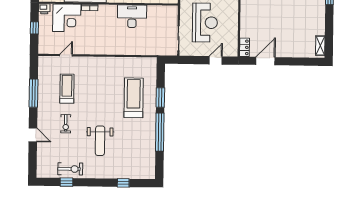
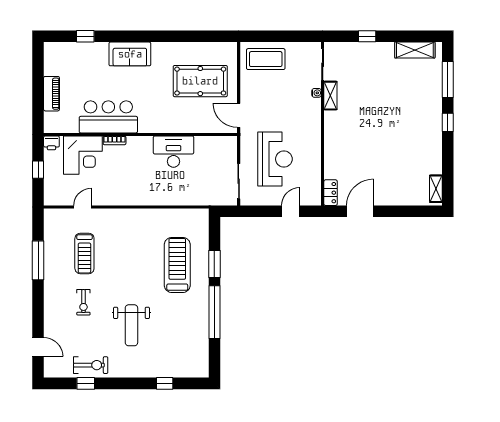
treadmill: (67, 89) -> (84, 253), turned 180
door: (33, 135) -> (38, 347), moved

